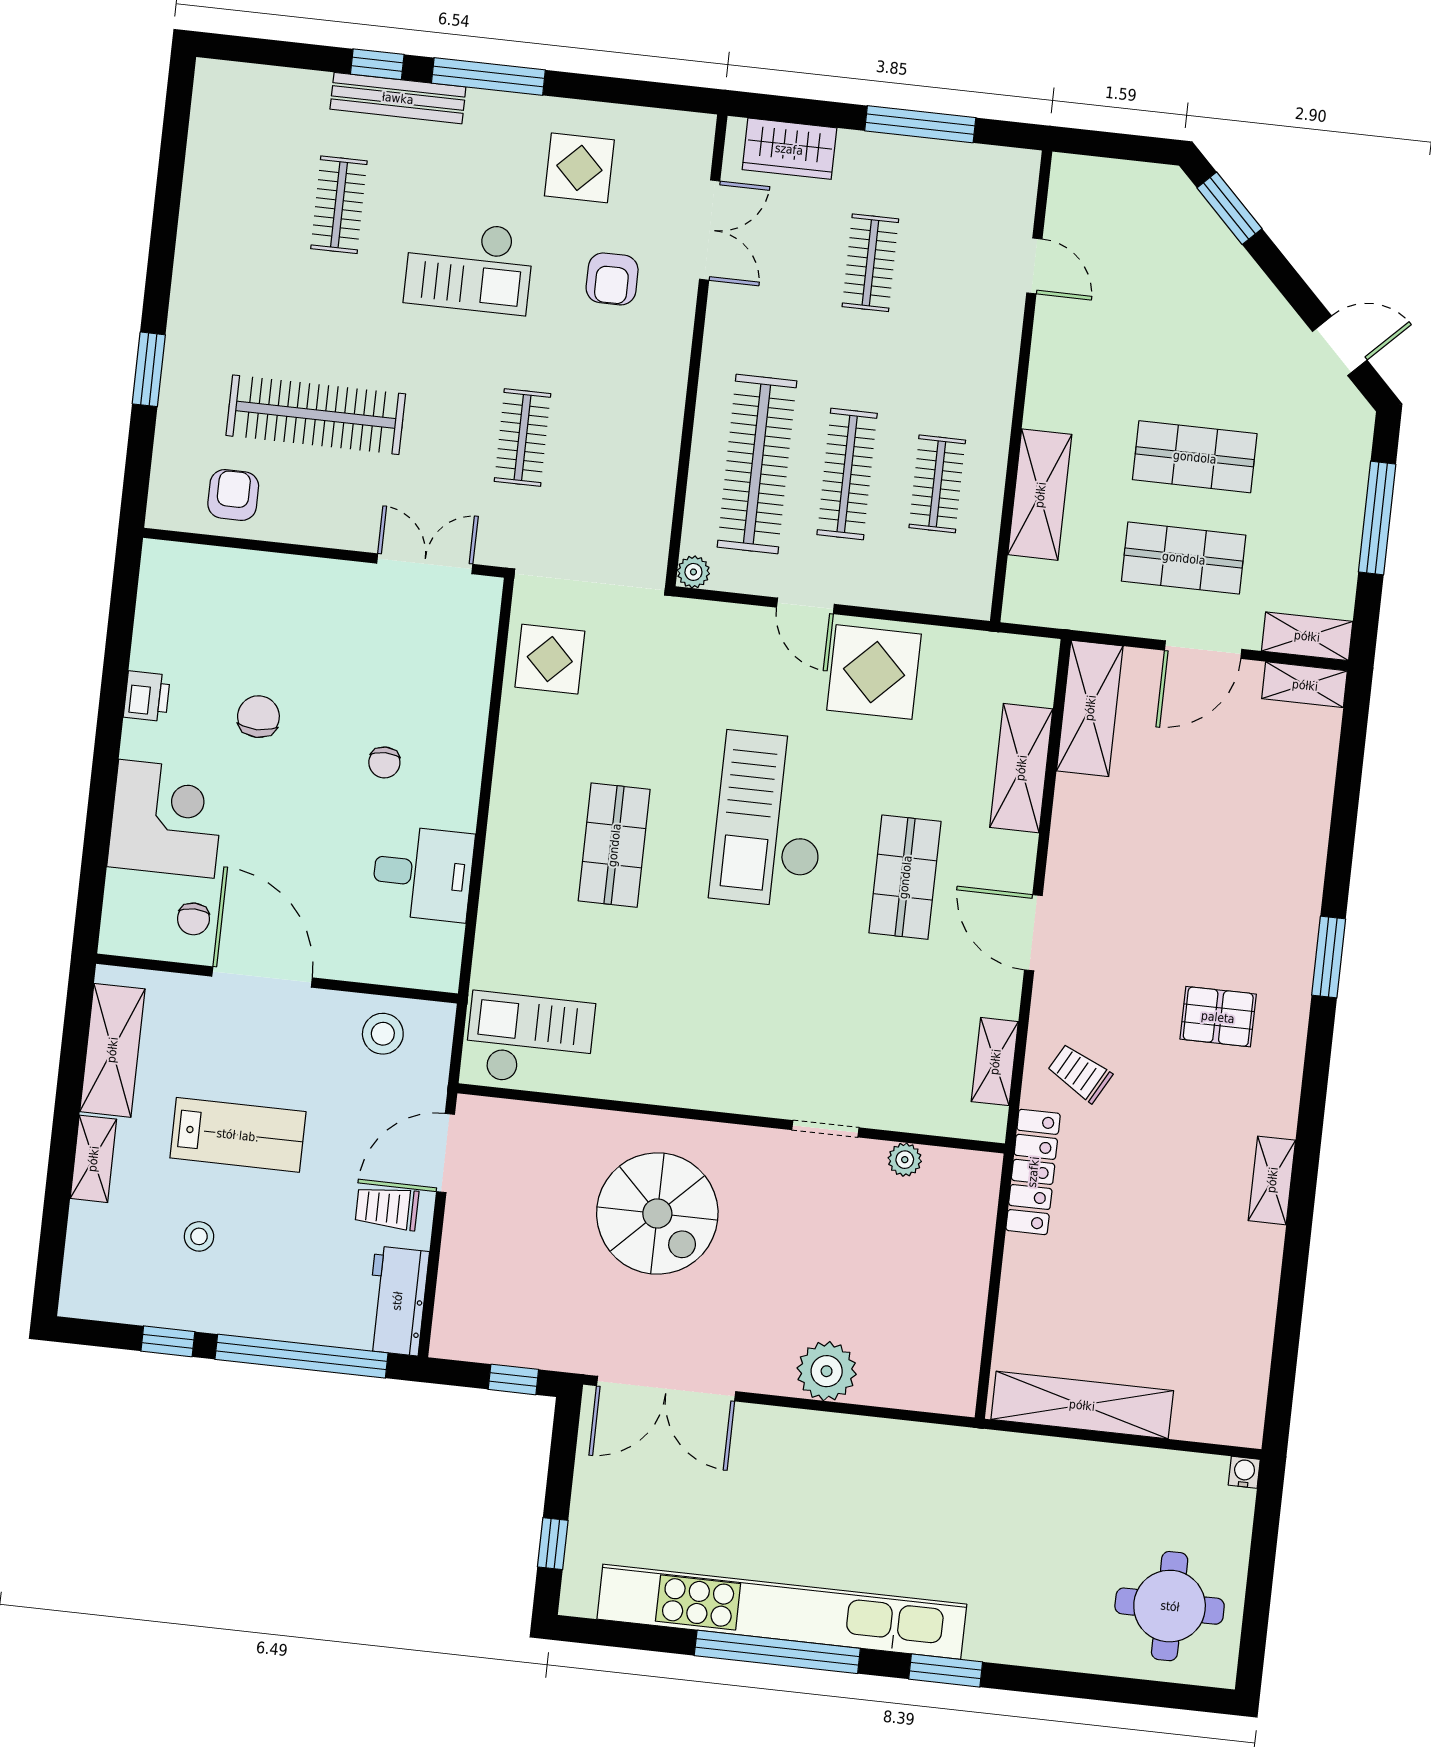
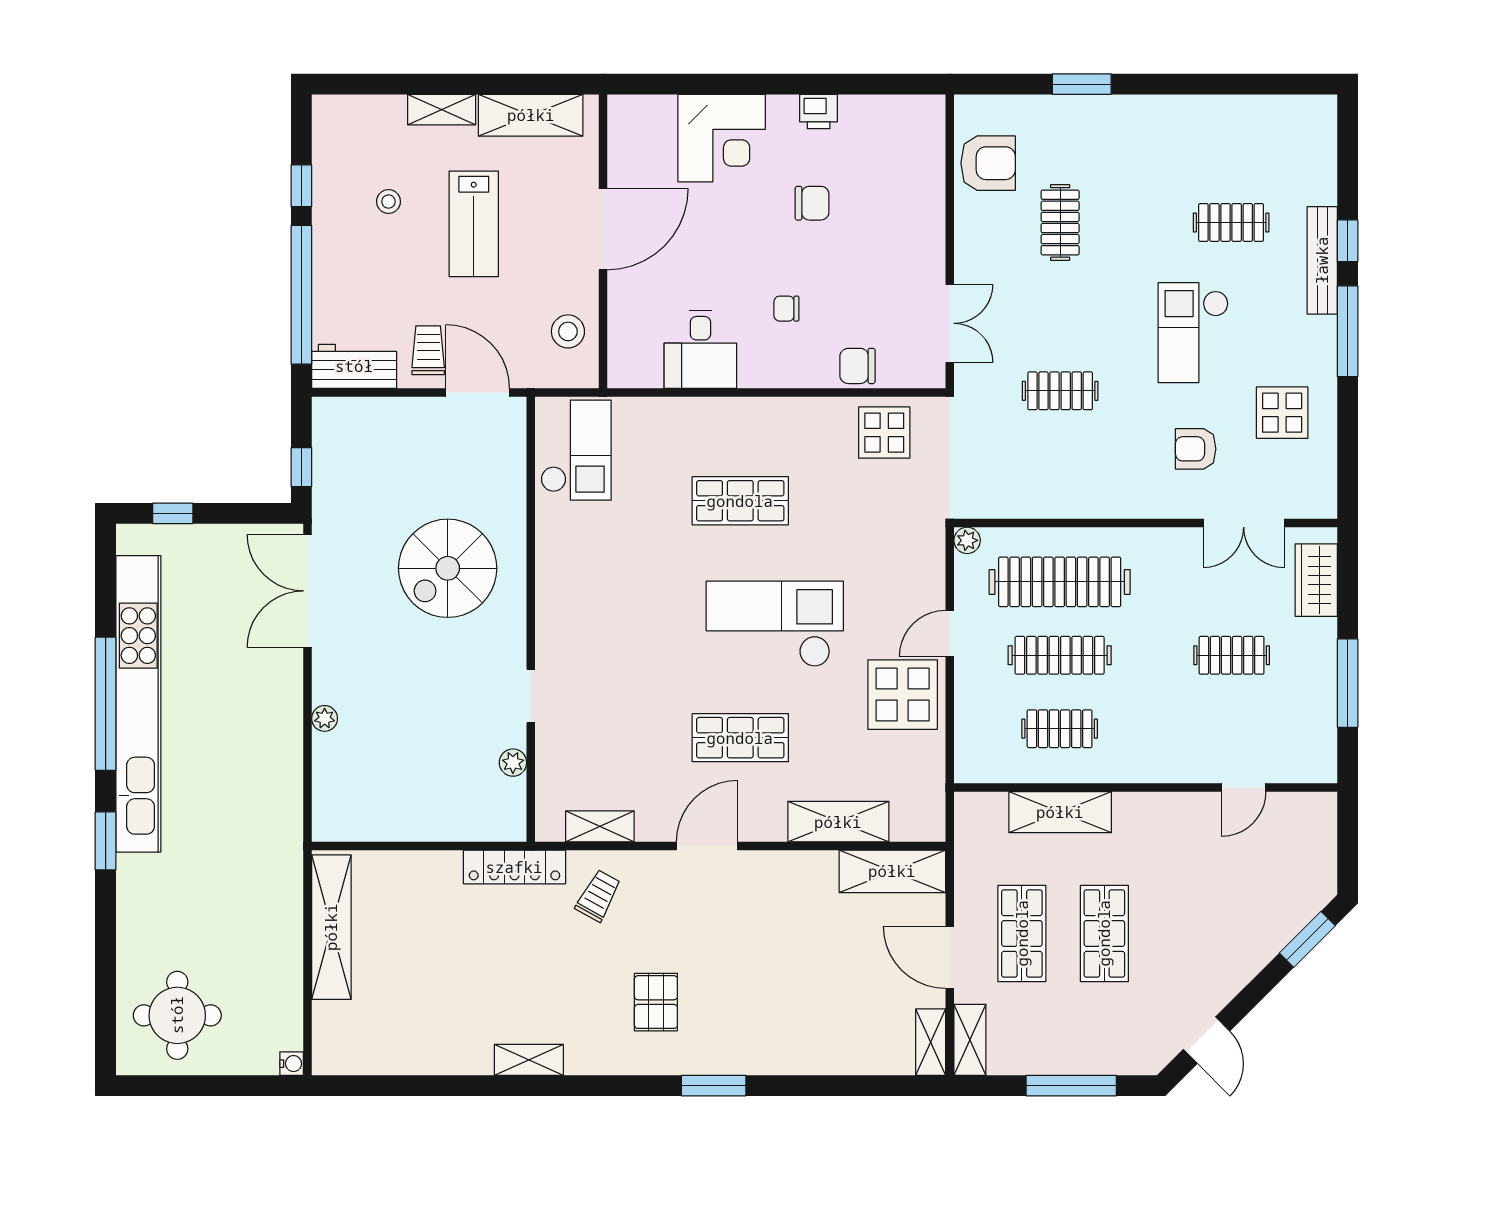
clothes rail: (316, 415) -> (1060, 222), width x0.54, depth x0.76
armchair: (233, 495) -> (988, 163), width x1.38, depth x1.38
chair: (193, 919) -> (857, 366), moved, width x1.37, depth x1.37
plant: (827, 1371) -> (325, 718), width x0.53, depth x0.53

